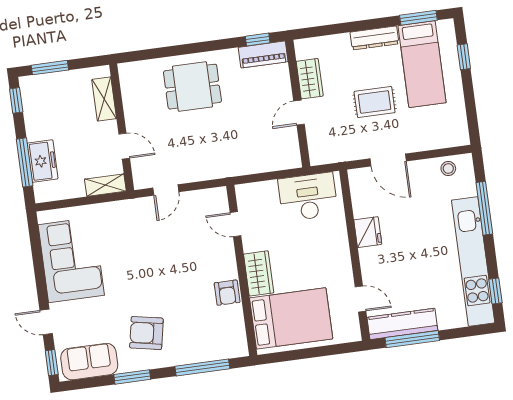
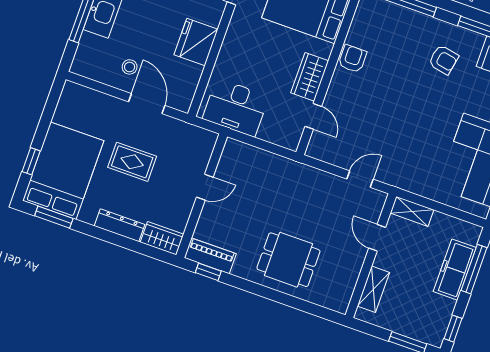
dresser: (374, 38) -> (119, 225), moved
bed: (422, 64) -> (63, 171), width x1.50
wardrobe: (310, 79) -> (162, 238), moved, turned 90
freezer: (42, 161) -> (455, 270), width x1.40
stool: (448, 168) -> (130, 67), moved
fridge: (368, 232) -> (196, 42), width x1.36, depth x1.34
wardrobe: (259, 273) -> (310, 77), moved
armchair: (146, 333) -> (443, 60), width x0.72, depth x0.72

